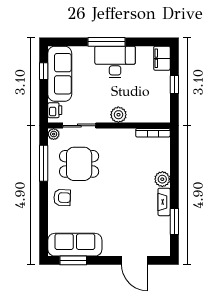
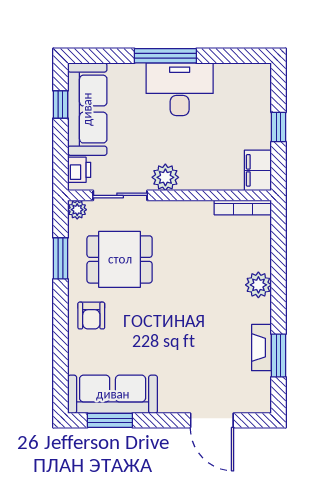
filing cabinet: (162, 58) -> (258, 170), moved
plant: (118, 115) -> (165, 177), moved
window: (44, 163) -> (61, 258), width x0.69
armchair: (62, 198) -> (91, 316), turned 88
fireplace: (164, 202) -> (261, 348), moved

